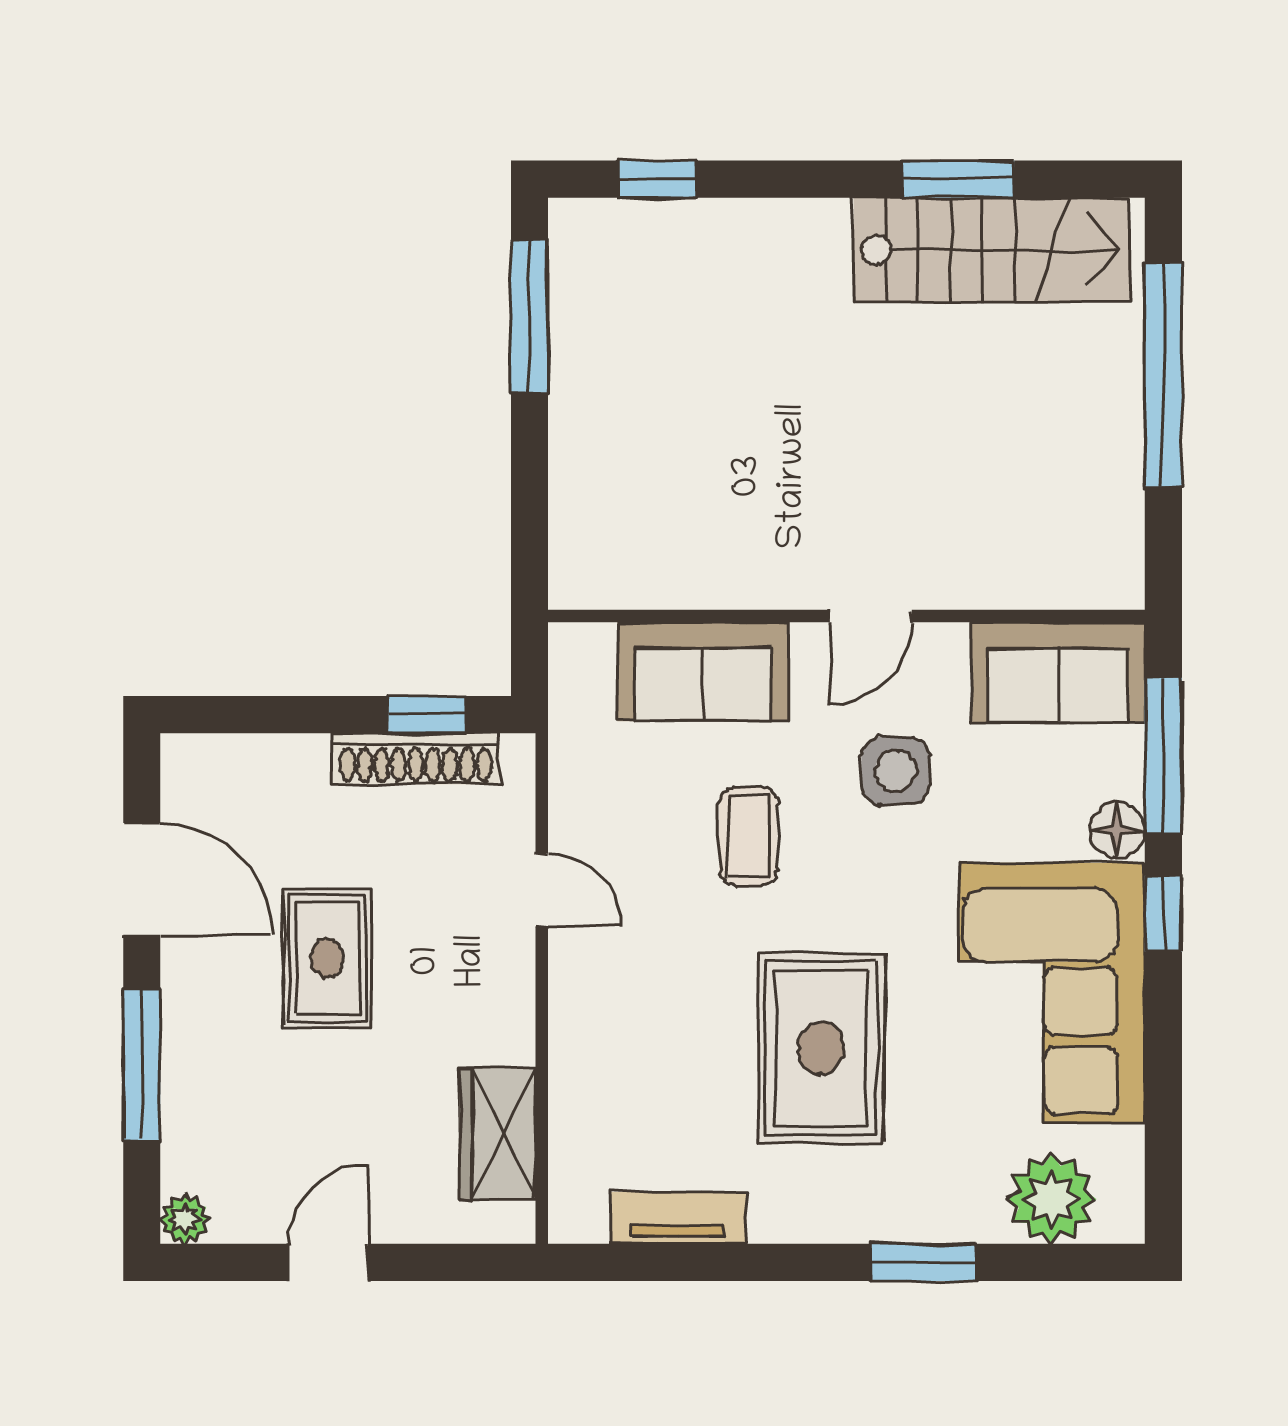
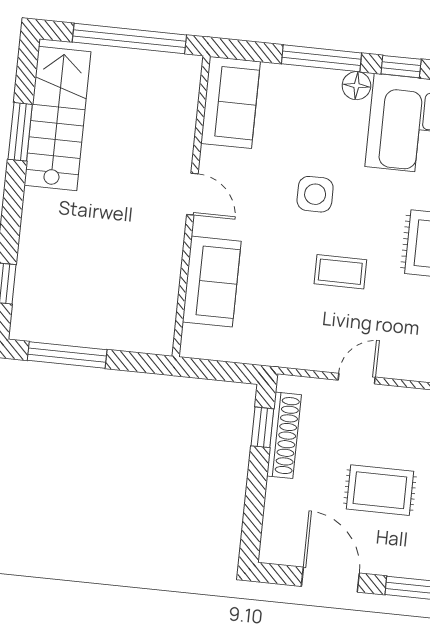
wall: (846, 616) -> (191, 206), moved
door: (871, 616) -> (192, 194), moved
sofa: (703, 672) -> (212, 282), moved
sofa: (1058, 672) -> (231, 102), moved
door: (142, 879) -> (330, 580), hinge flipped

